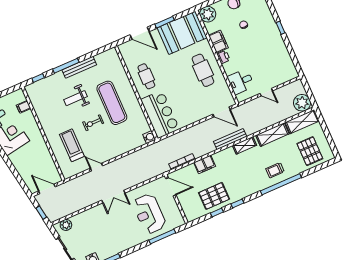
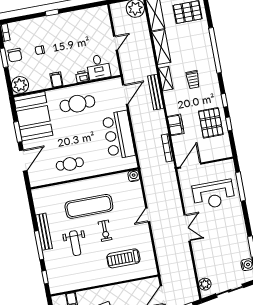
filing cabinet: (218, 42) -> (56, 80), width x0.50
printer: (223, 57) -> (82, 76), moved
bar counter: (160, 114) -> (119, 135), moved, turned -90
door: (96, 167) -> (148, 215), moved
trolley: (275, 170) -> (193, 80), moved

